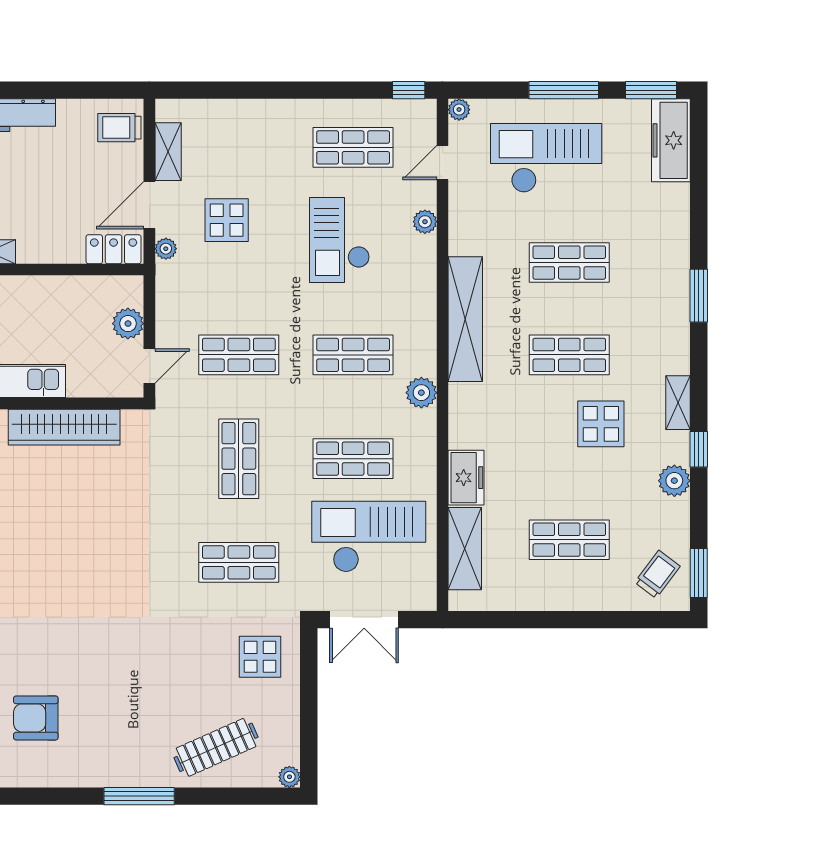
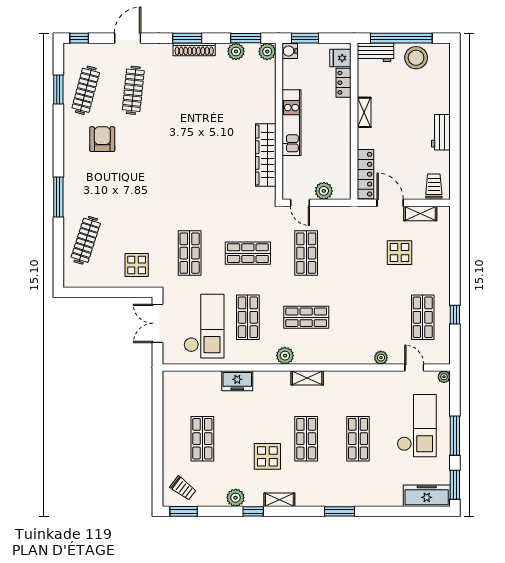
window: (409, 90) -> (455, 315), moved
display table: (227, 220) -> (399, 253), moved
checkout: (339, 240) -> (371, 310), removed
locker: (114, 249) -> (366, 174), width x1.53
plant: (166, 249) -> (366, 212), removed
shelving: (465, 319) -> (307, 378), width x0.45, depth x0.75
shop shelf: (353, 355) -> (306, 317), turned 90
shelving: (465, 549) -> (197, 380), removed
clothes rail: (216, 747) -> (86, 240), turned 42
plant: (289, 777) -> (69, 282), removed

